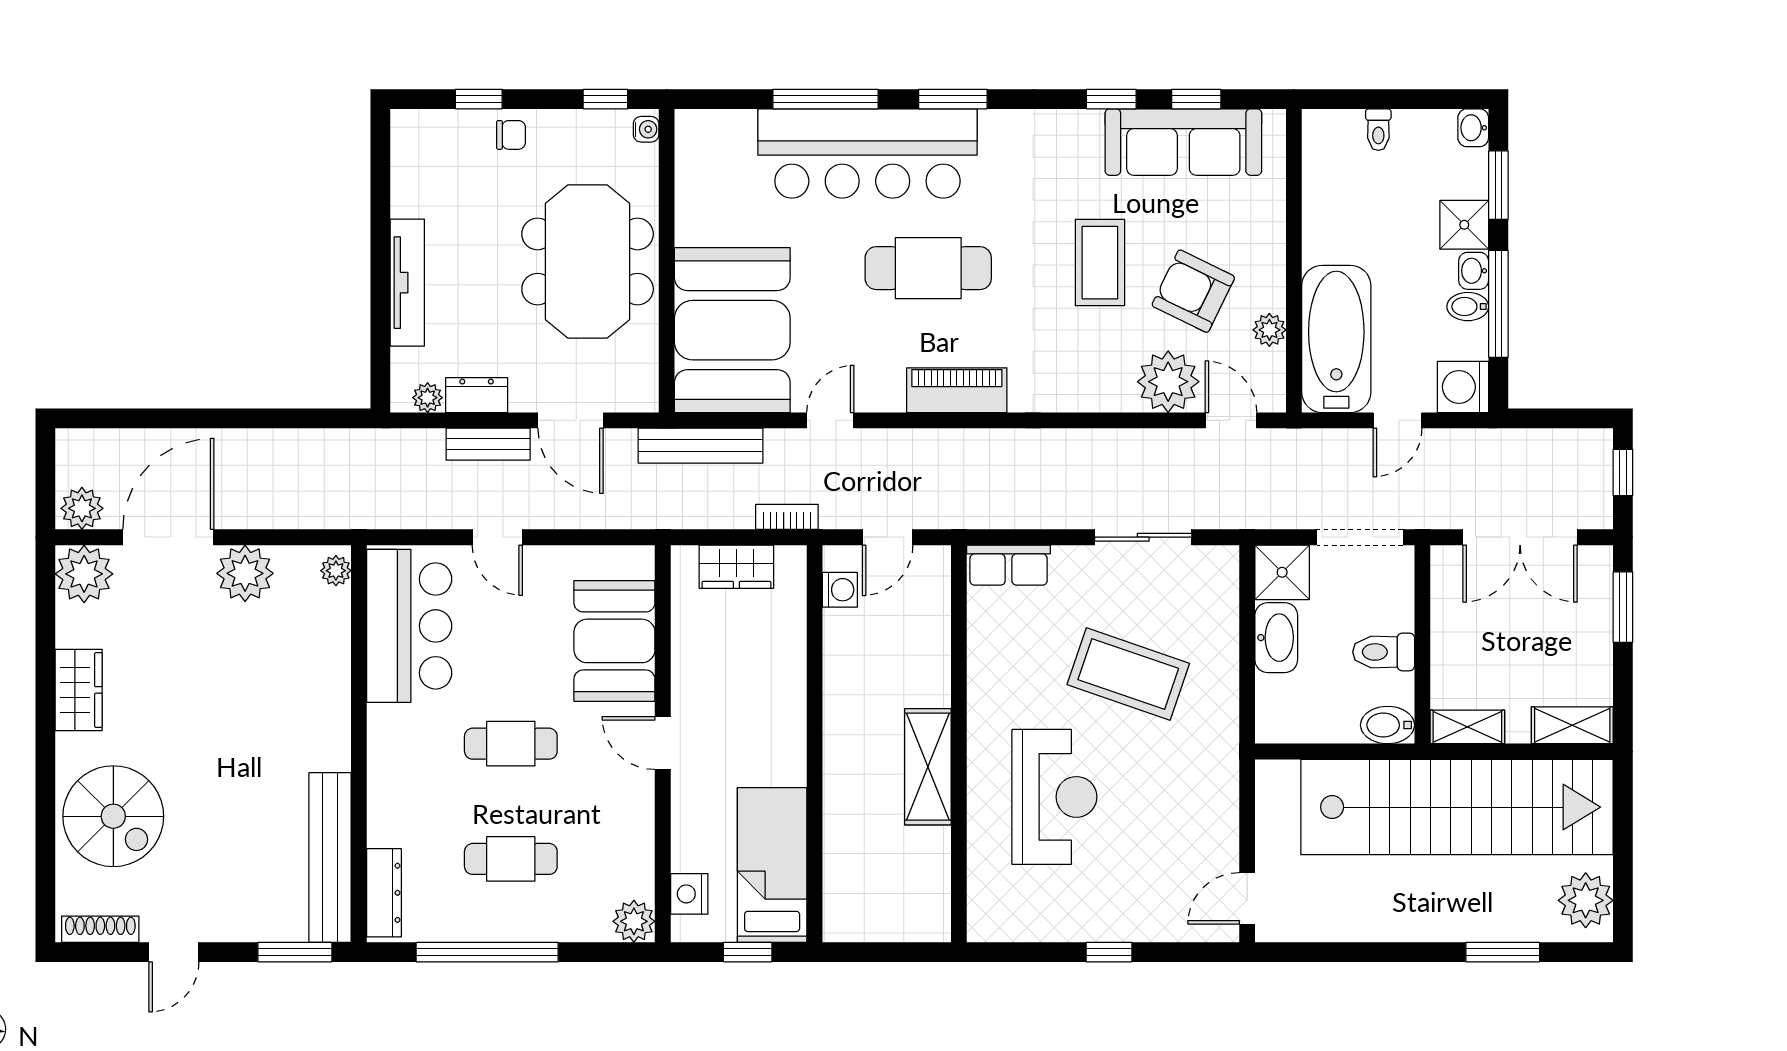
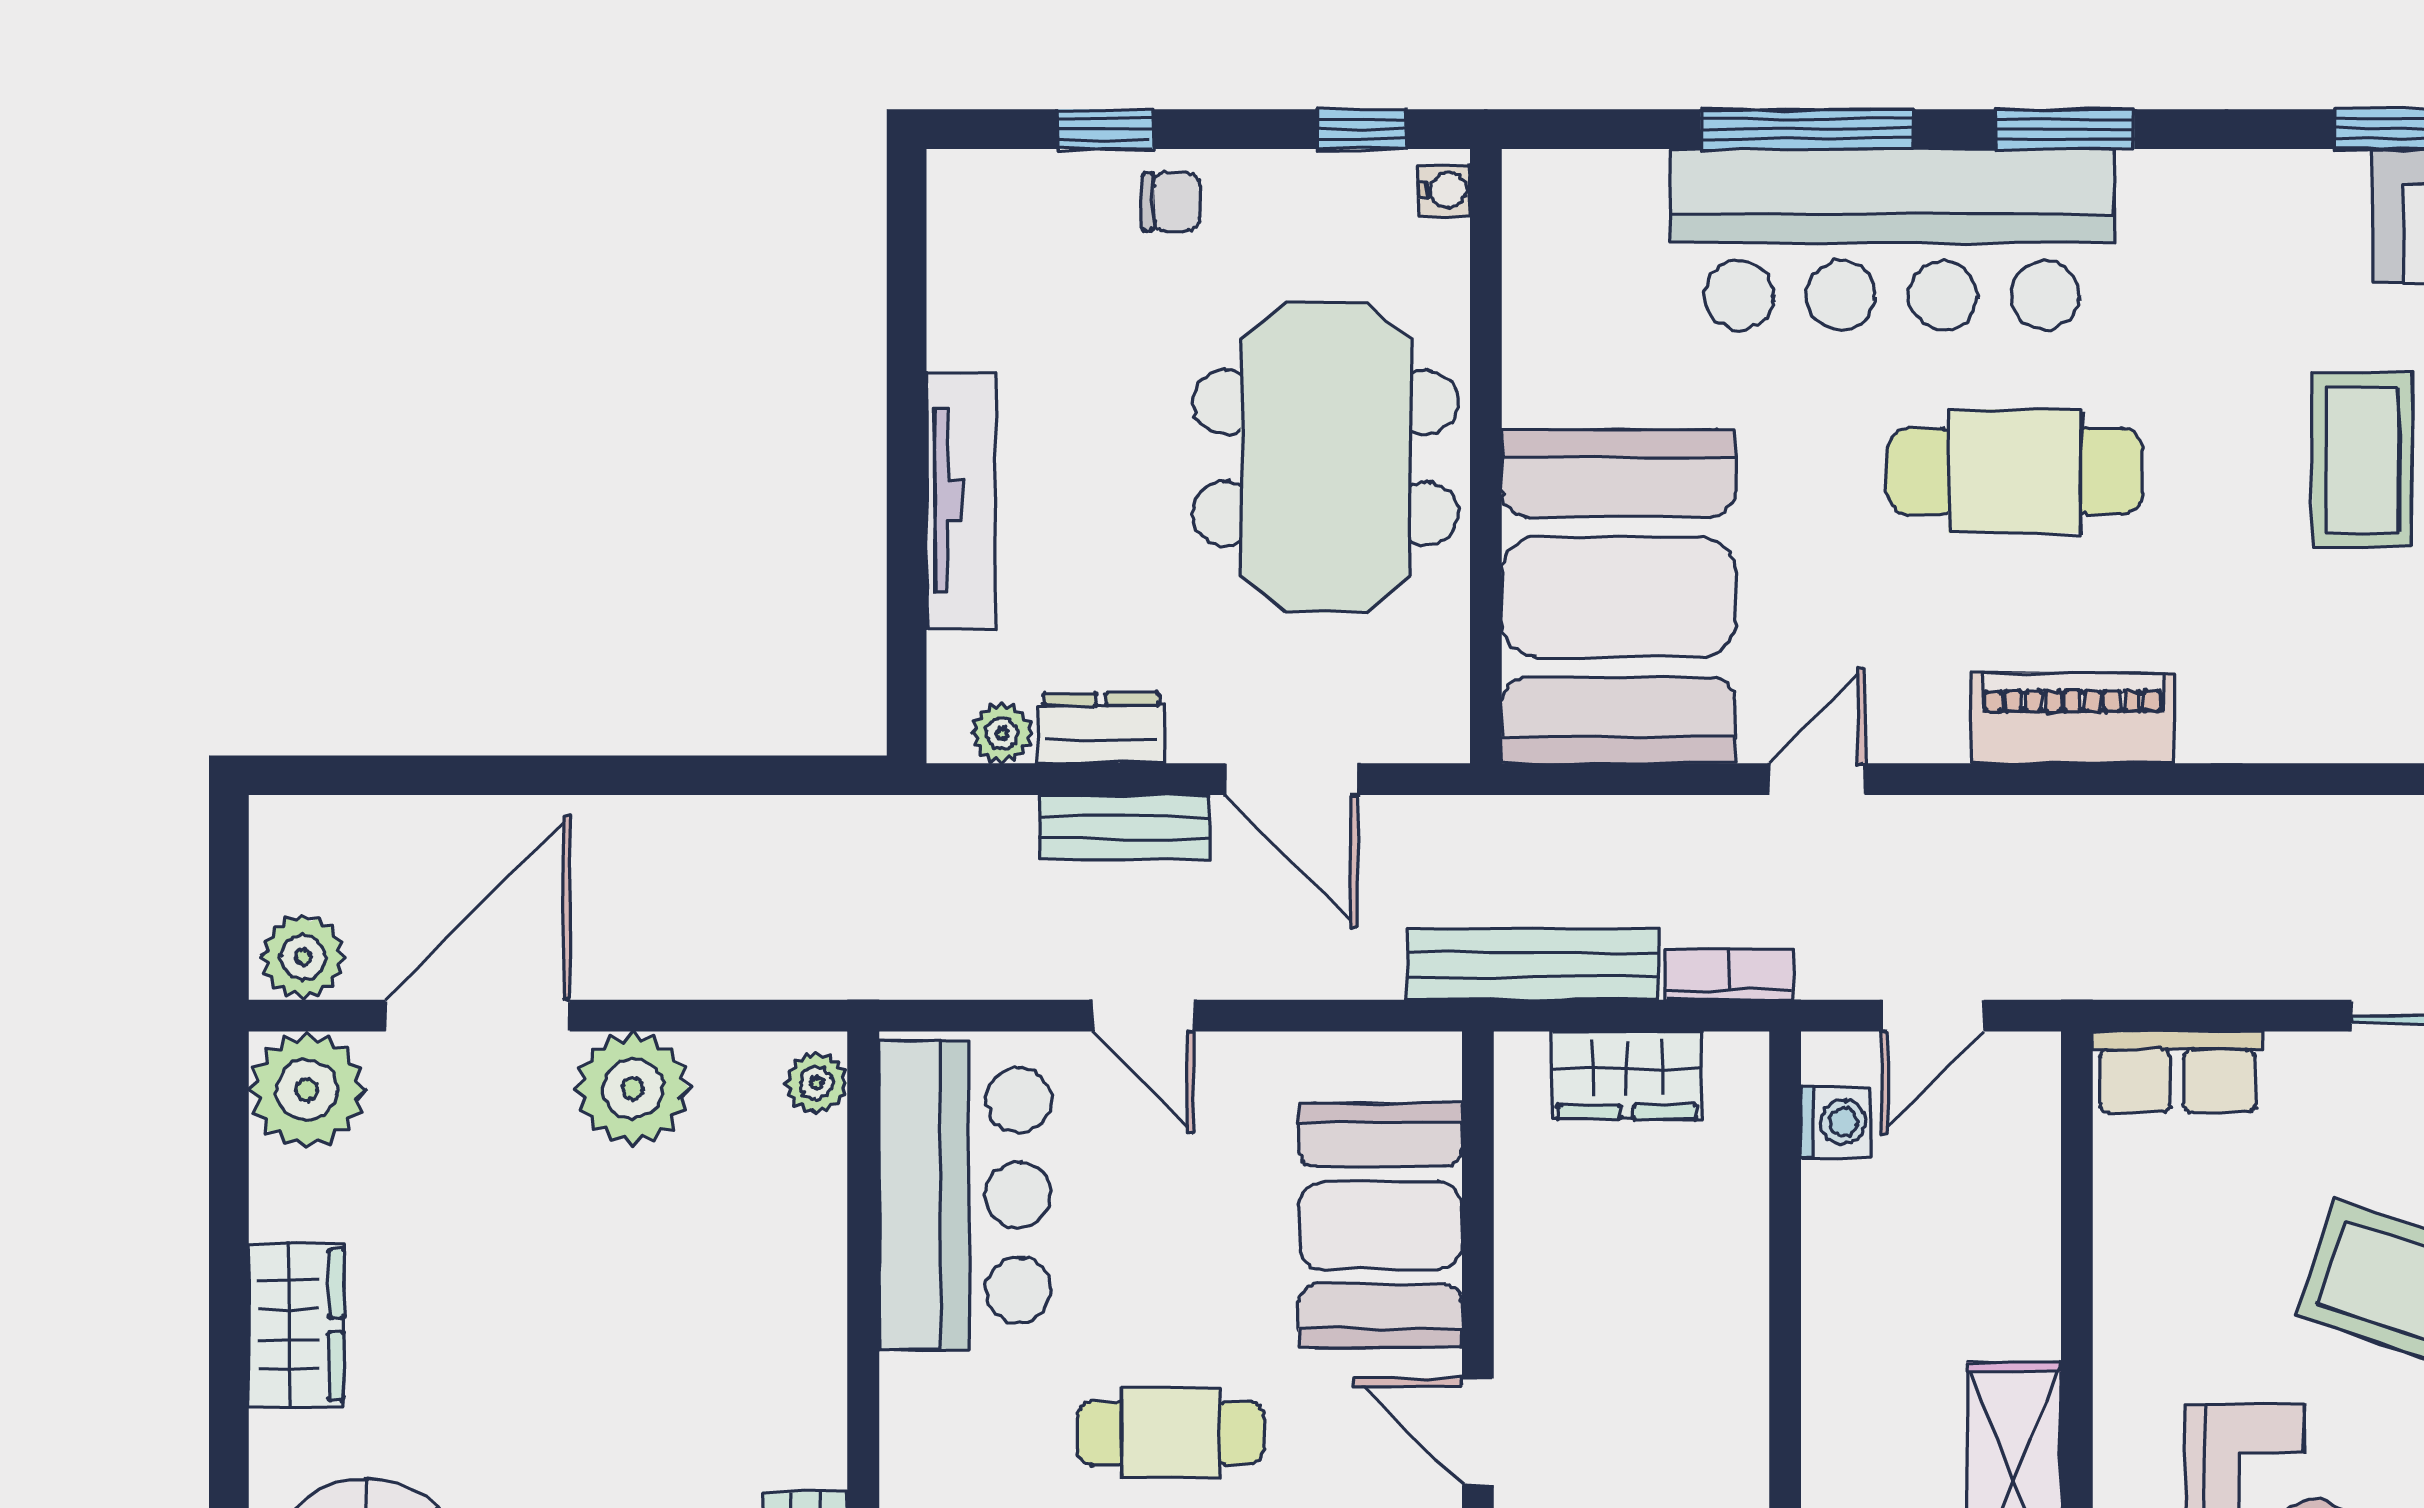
bench: (701, 446) -> (1533, 965), moved

